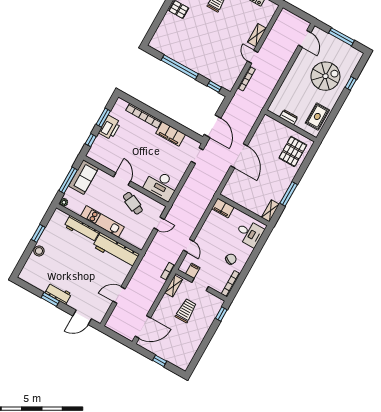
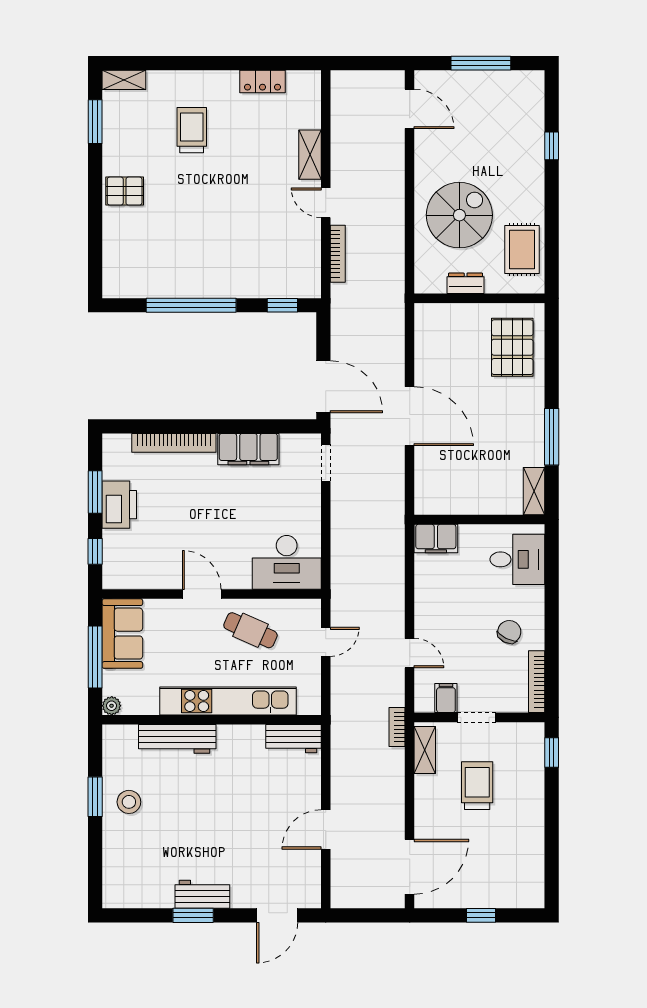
spiral stairs: (325, 76) -> (459, 215), moved
kitchen unit: (102, 221) -> (228, 701), width x1.36
workbench: (116, 250) -> (293, 739), width x0.53, depth x0.76
stool: (39, 251) -> (129, 802), moved

